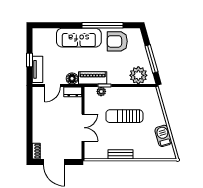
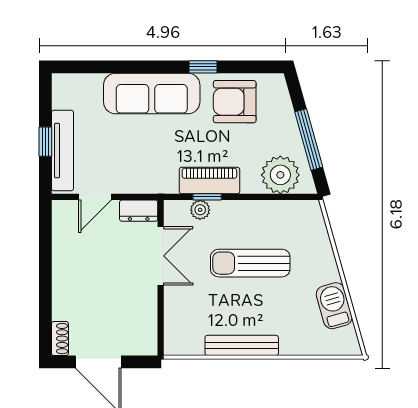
window: (103, 25) -> (203, 67), width x0.32
tv unit: (37, 69) -> (63, 150), width x1.41
floor lamp: (72, 78) -> (137, 182), removed
piano: (93, 78) -> (209, 181), moved
double door: (83, 128) -> (161, 256), moved
bench: (120, 154) -> (242, 345), width x1.36

